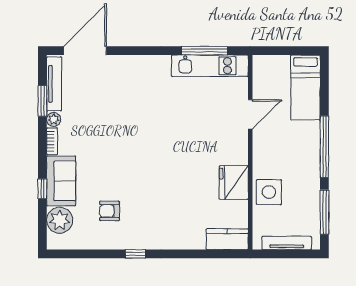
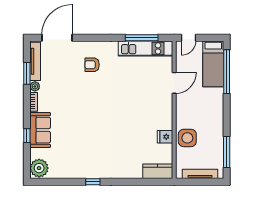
door: (270, 51) -> (188, 38), added
window: (324, 147) -> (227, 72), moved
fridge: (234, 182) -> (165, 137), width x0.53, depth x0.75
armchair: (110, 211) -> (92, 65), moved
plant: (60, 220) -> (39, 168), moved

